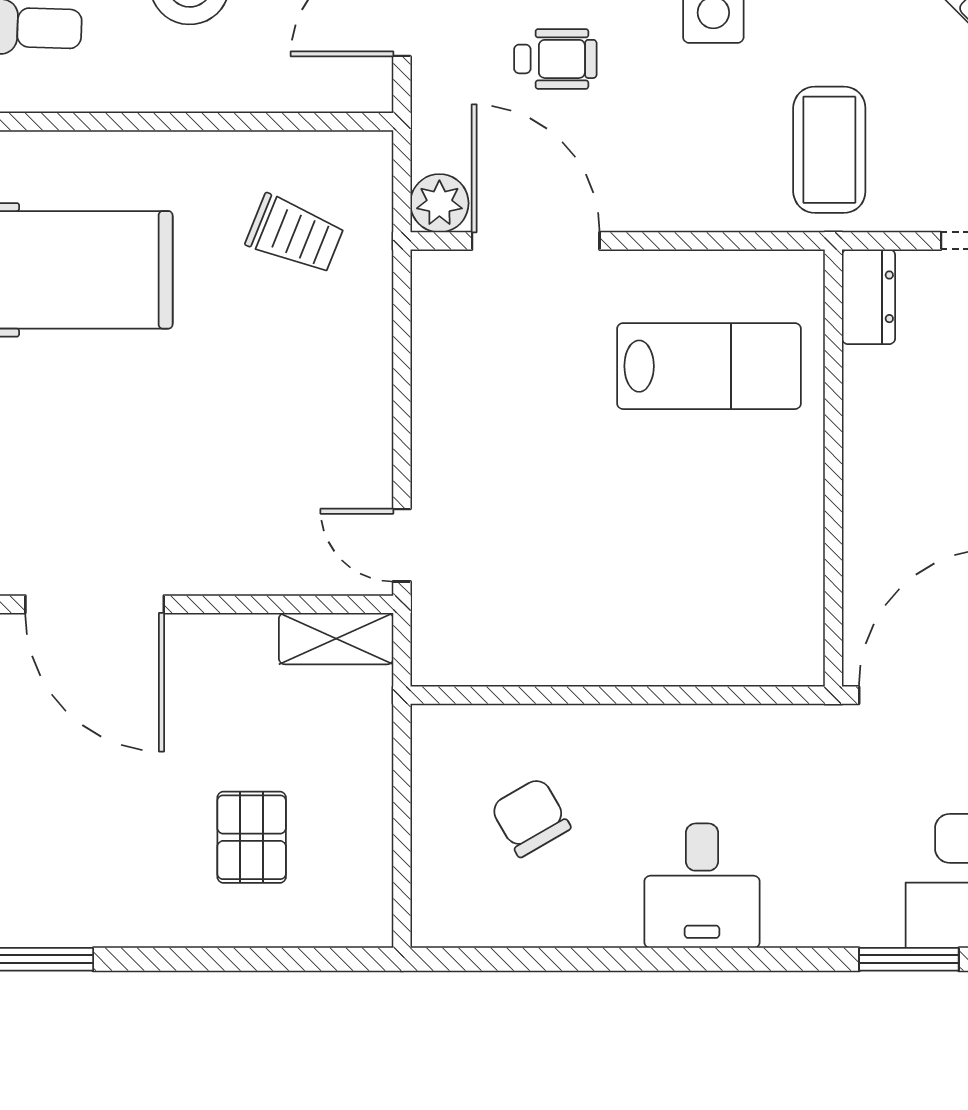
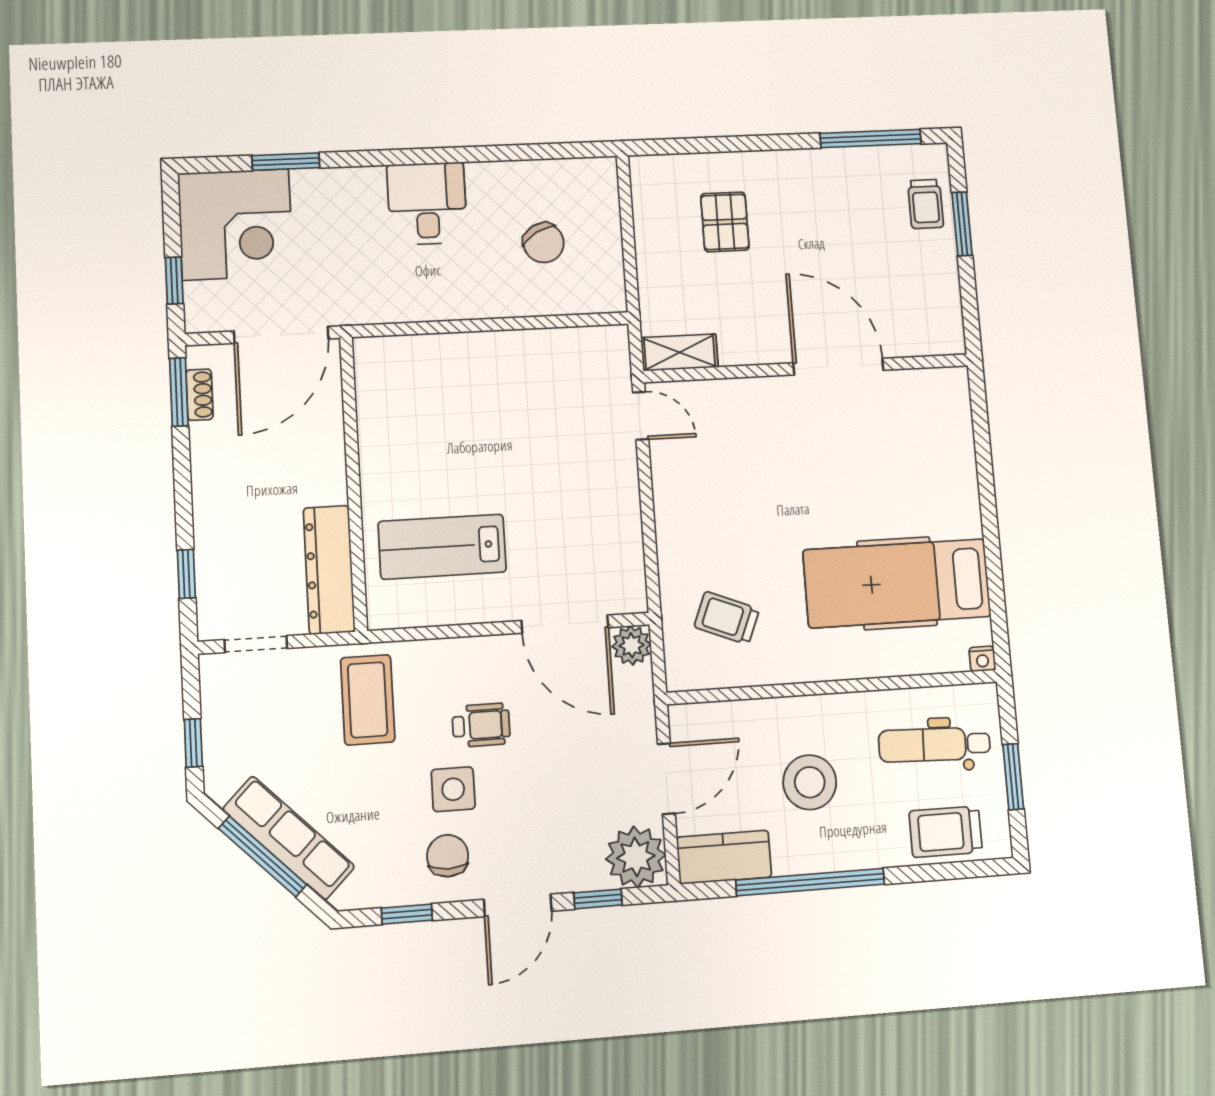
wheelchair: (555, 59) -> (481, 725), moved, turned 180
dresser: (869, 297) -> (329, 570), width x1.96, depth x1.24

